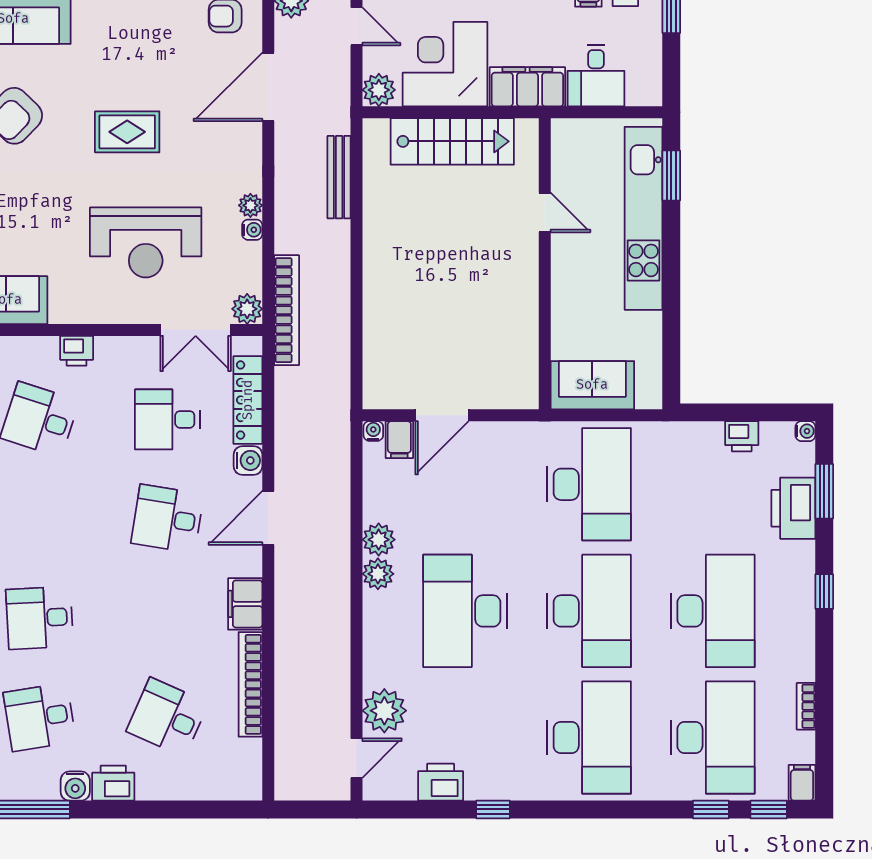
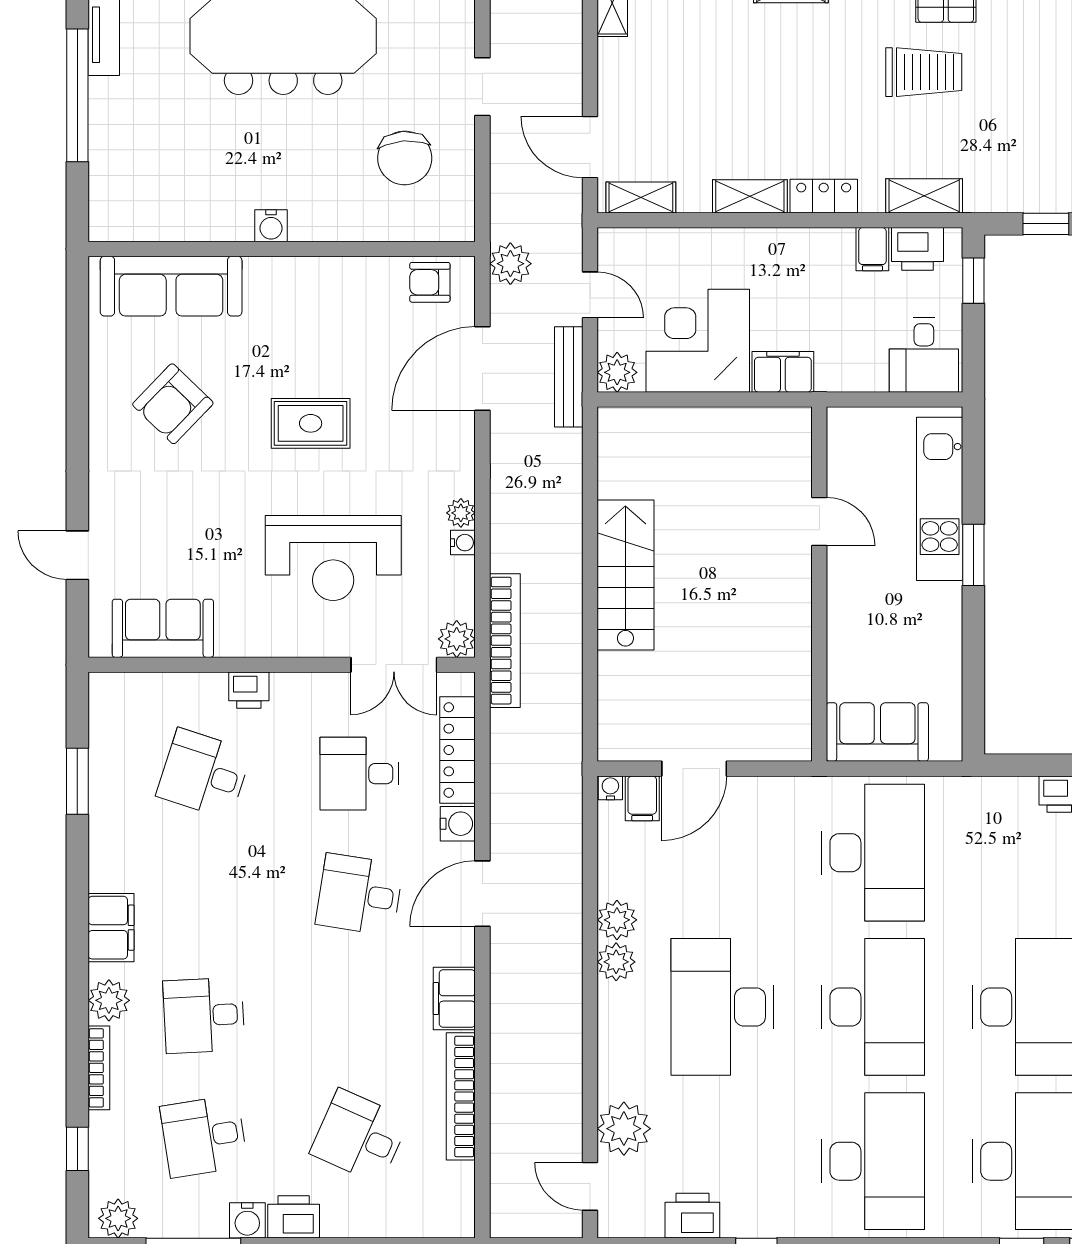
desk: (596, 76) -> (924, 355), moved
filing cabinet: (527, 87) -> (783, 372), width x0.67, depth x0.86
stairs: (452, 141) -> (625, 575), moved, turned -90
window: (671, 176) -> (973, 555), moved
bench: (339, 177) -> (569, 377), moved
kitchen unit: (643, 218) -> (940, 499), width x0.73
door: (356, 758) -> (590, 1186), swing flipped

